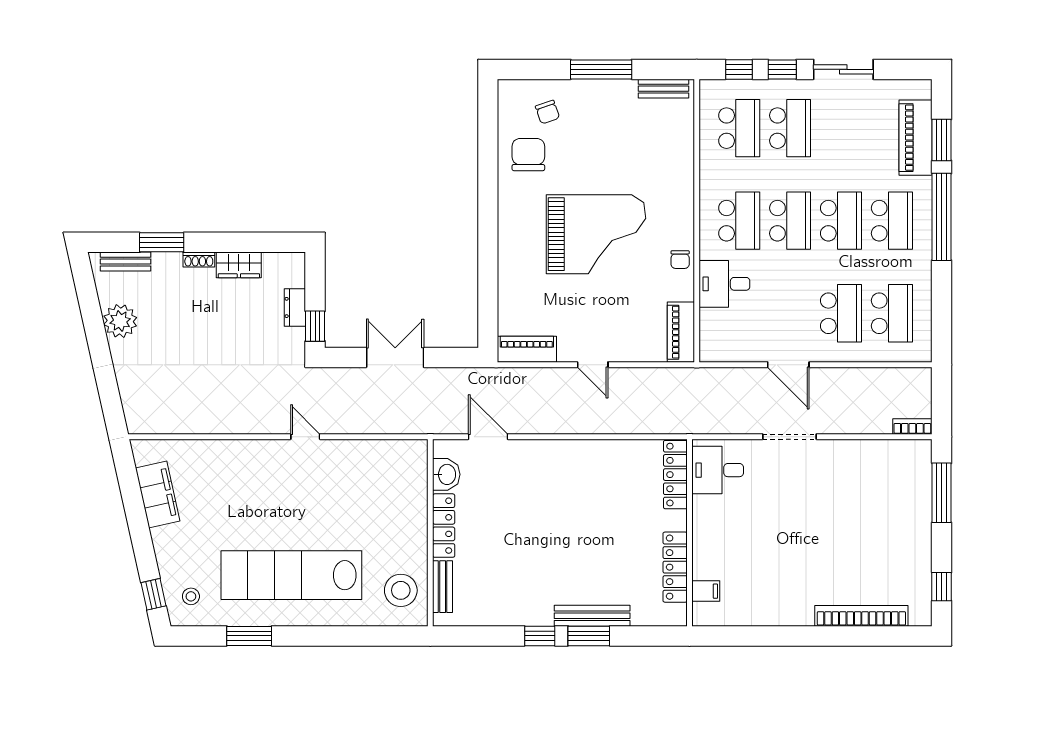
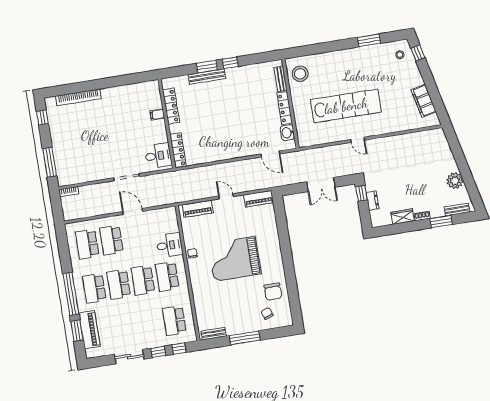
school desk: (790, 128) -> (150, 325), removed
piano: (681, 332) -> (198, 209), moved, turned 90
lab bench: (291, 575) -> (346, 106), moved
filing cabinet: (706, 591) -> (157, 115), moved

